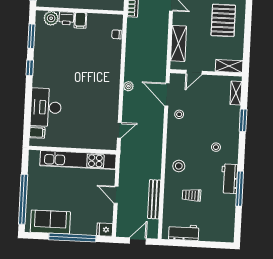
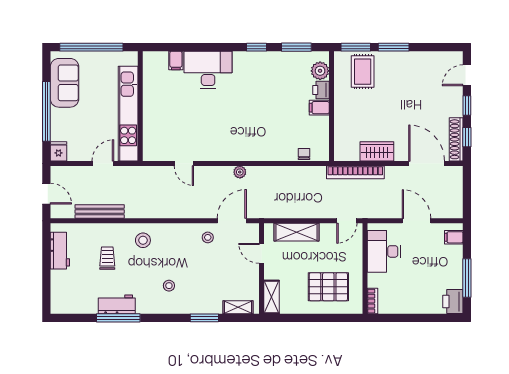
wall: (73, 150) -> (140, 106), moved
kitchen unit: (78, 160) -> (128, 114), moved
workbench: (229, 179) -> (117, 304), moved

